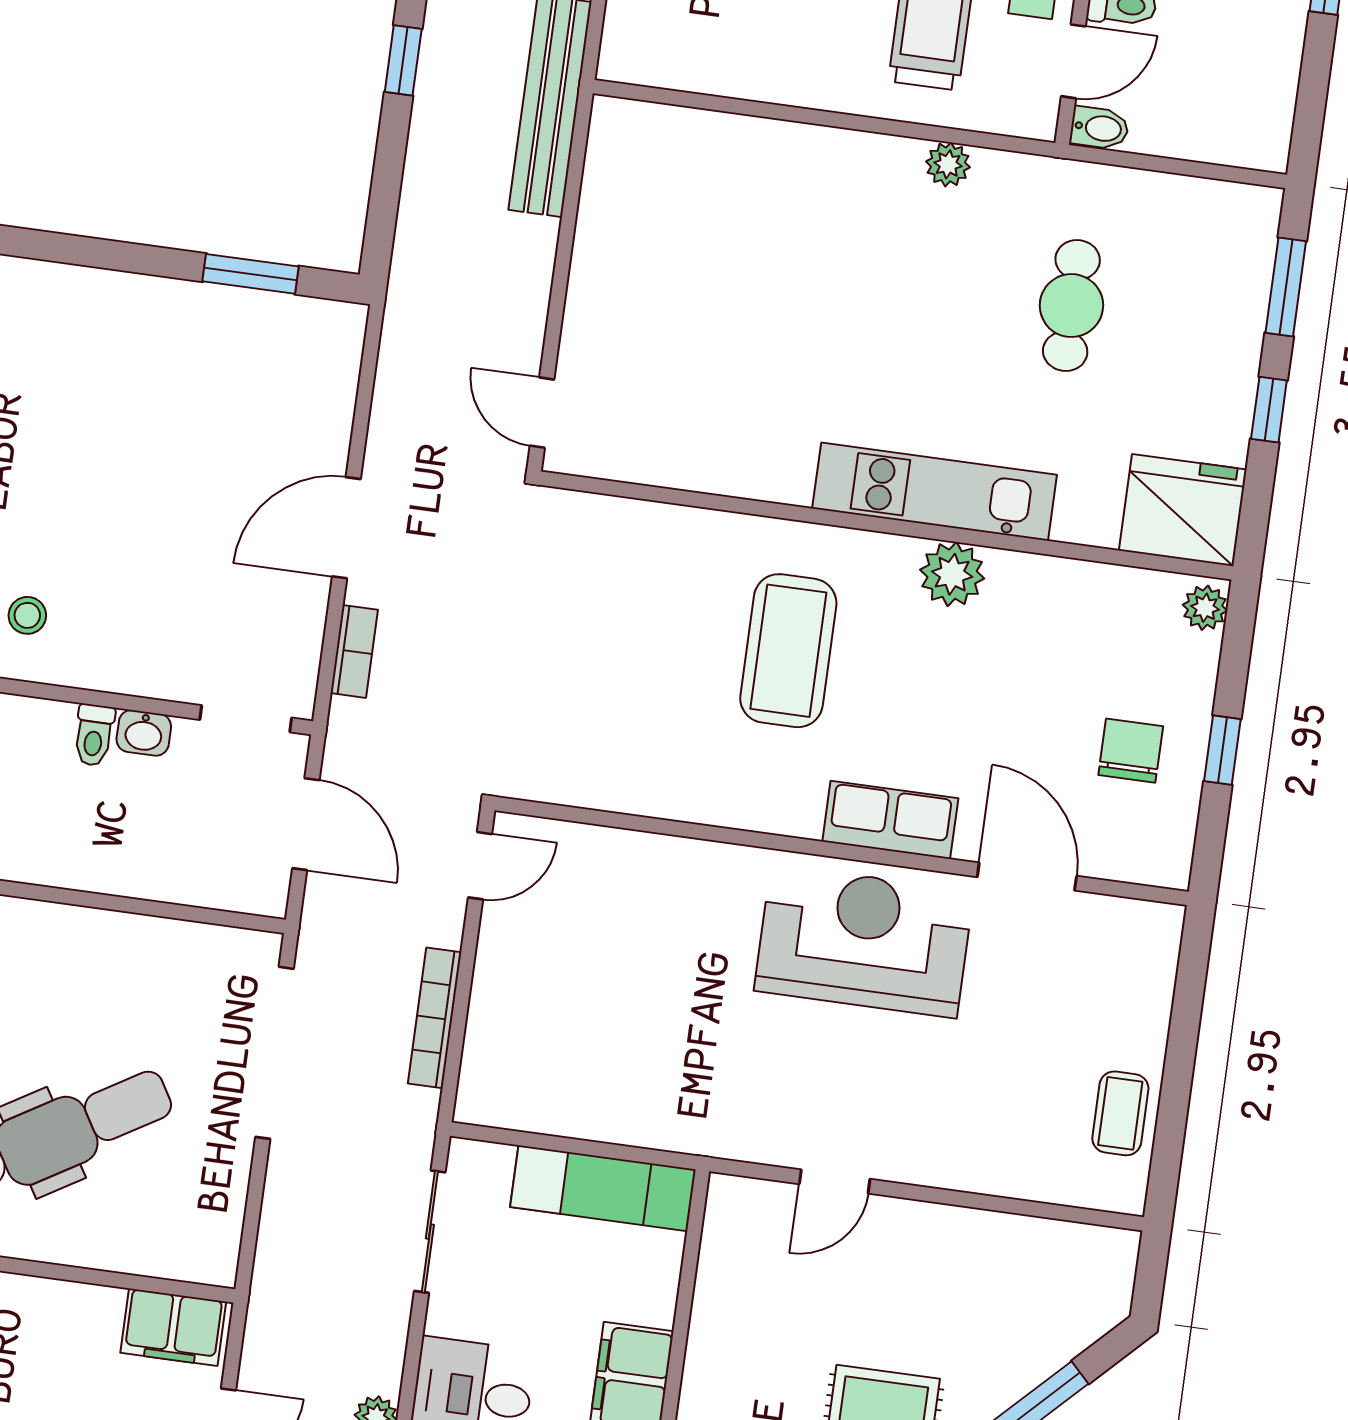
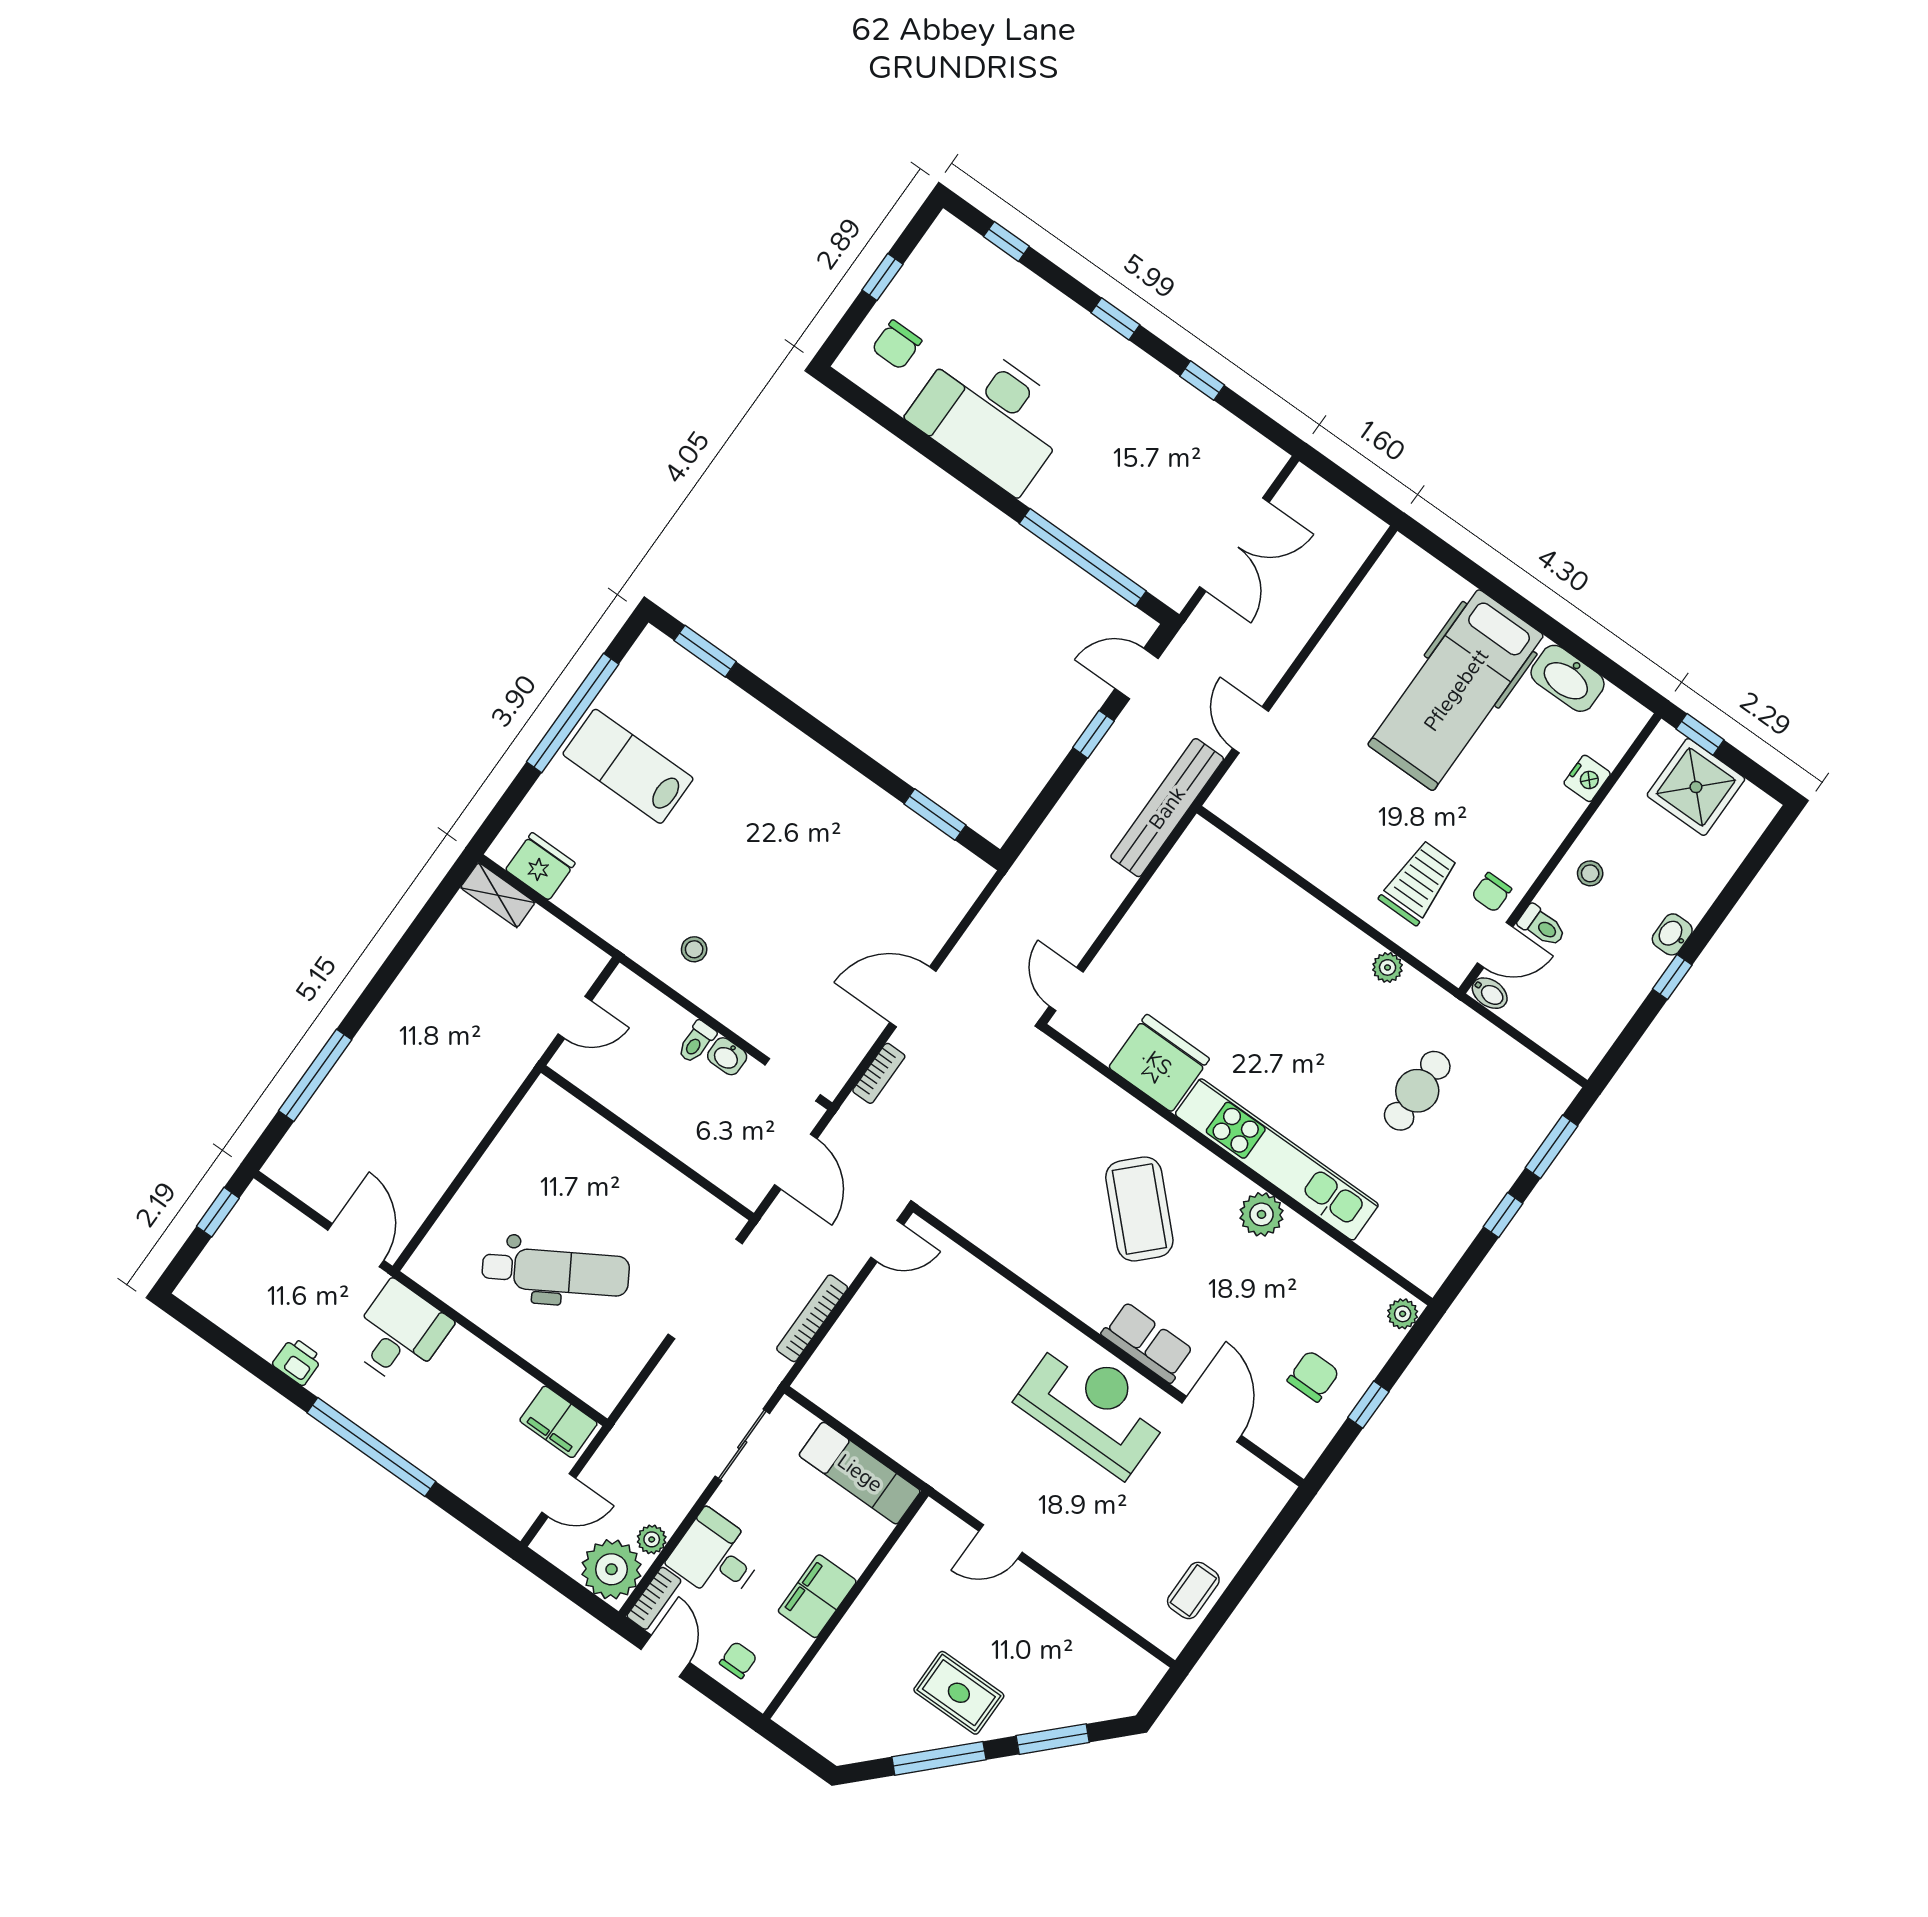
kitchen unit: (935, 492) -> (1277, 1159), width x1.36
fridge: (1183, 510) -> (1159, 1063), moved
coffee table: (788, 651) -> (1139, 1209), turned -45

